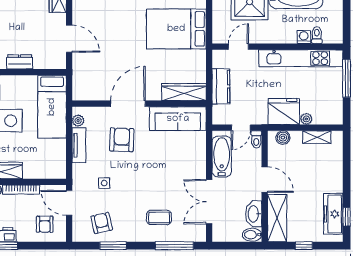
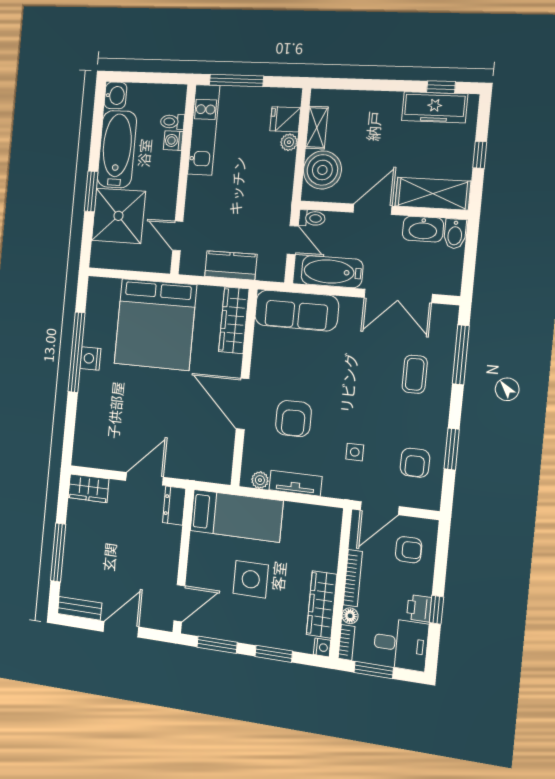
bed: (176, 29) -> (155, 324), width x1.36
kitchen unit: (301, 58) -> (204, 130), width x0.73
dresser: (20, 62) -> (174, 506), moved
fridge: (284, 112) -> (285, 119), moved, width x0.53, depth x0.75
sofa: (178, 119) -> (297, 310), moved, turned 90
boiler: (283, 138) -> (322, 170), width x1.86, depth x1.86
armchair: (122, 140) -> (294, 419), turned -92
armchair: (102, 223) -> (415, 463), turned -77

